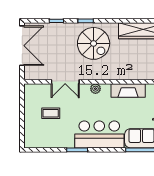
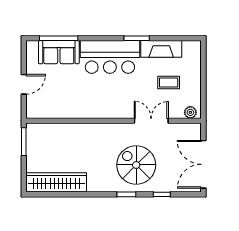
spiral stairs: (94, 43) -> (136, 165), moved
plant: (95, 89) -> (190, 112), moved
fireplace: (128, 90) -> (161, 49), moved, turned 180

